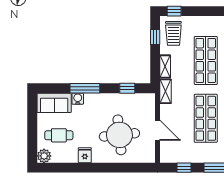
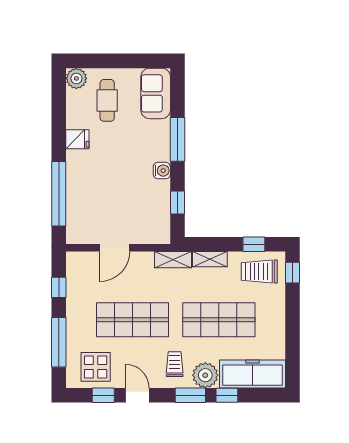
water cooler: (78, 99) -> (162, 171), moved
round table: (119, 135) -> (108, 191), removed
window: (121, 168) -> (59, 194), added

